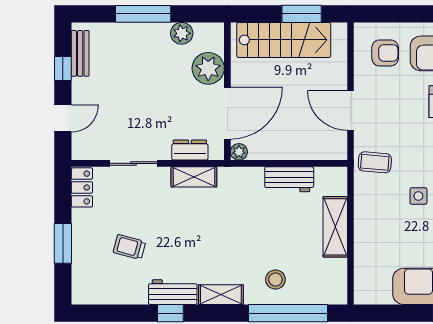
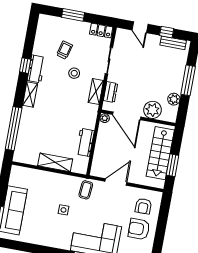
stool: (275, 280) -> (74, 73), moved

